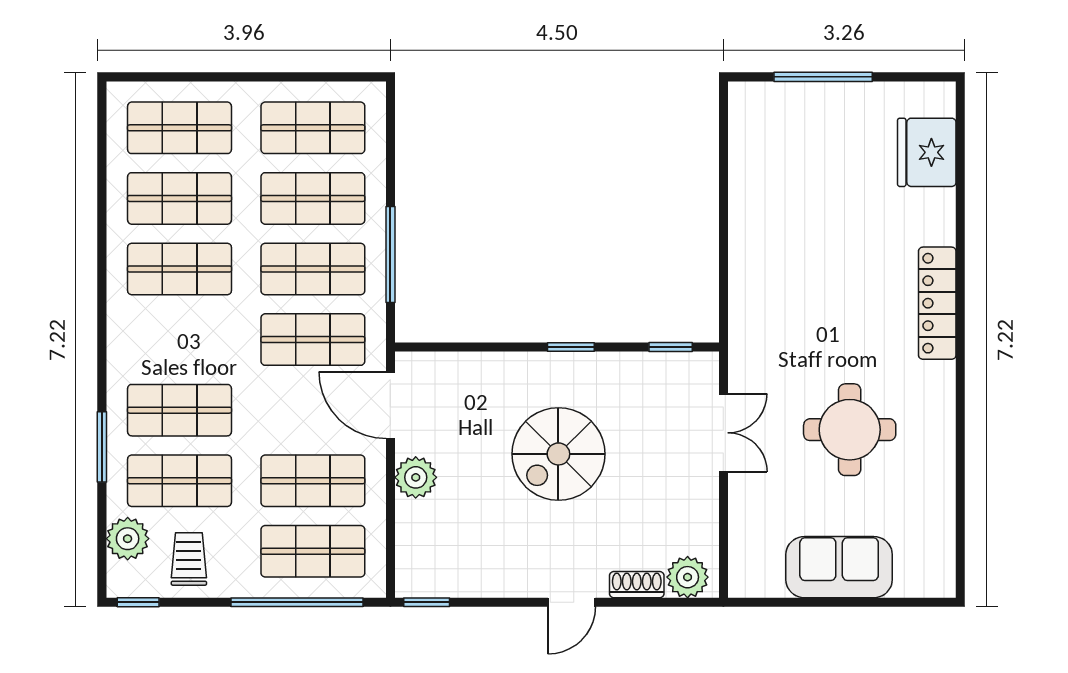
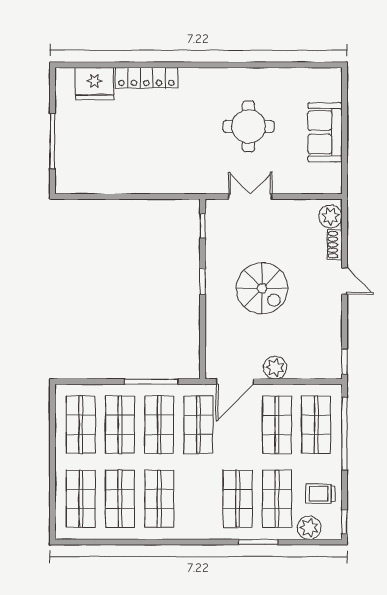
locker: (937, 303) -> (146, 78), moved

